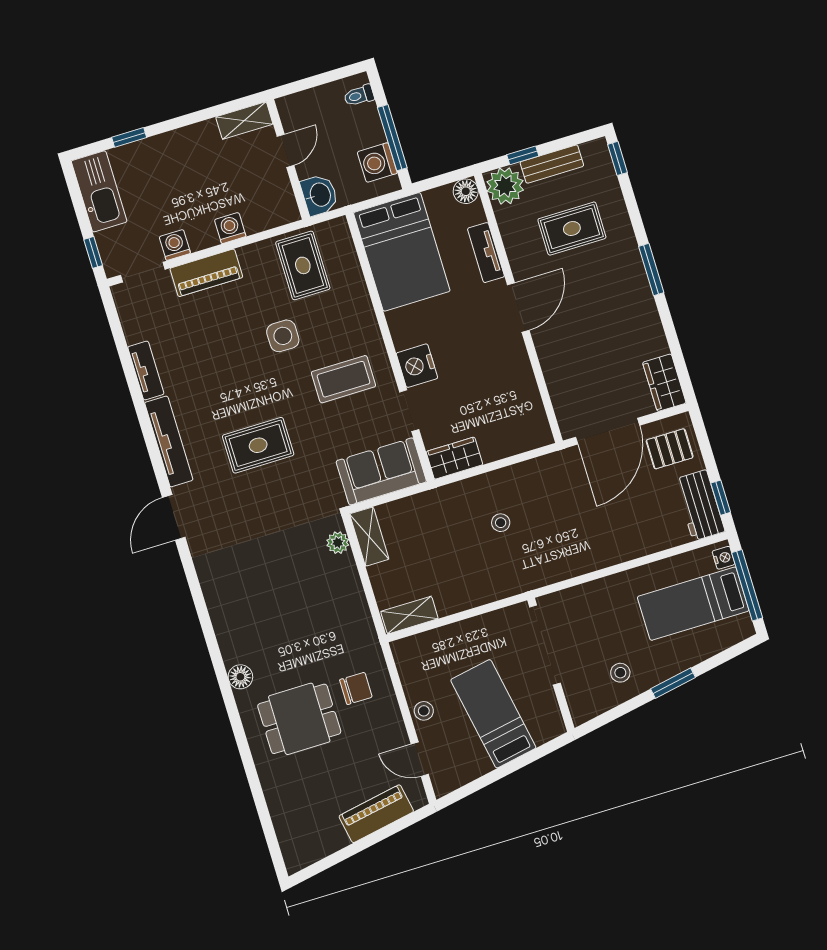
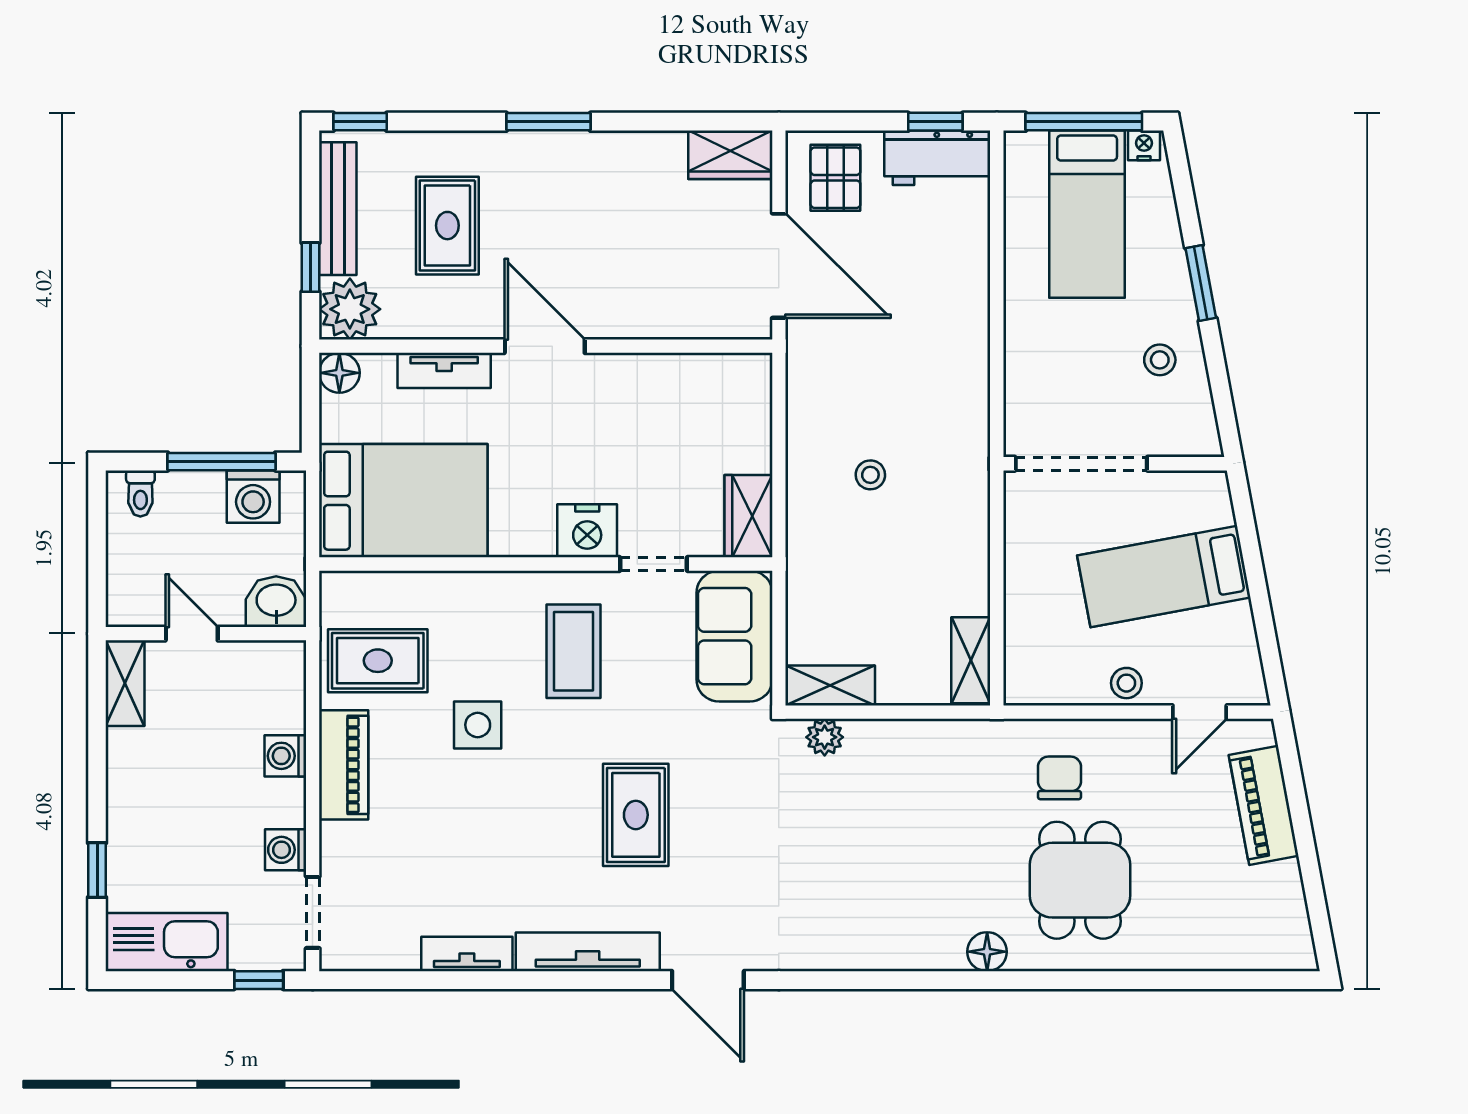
bench: (552, 164) -> (338, 209), width x1.36
piano: (206, 273) -> (344, 765), moved
nightstand: (724, 558) -> (1144, 145), moved

